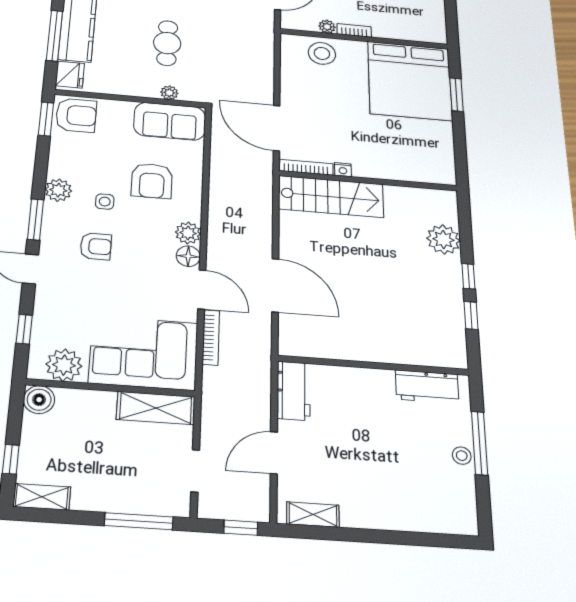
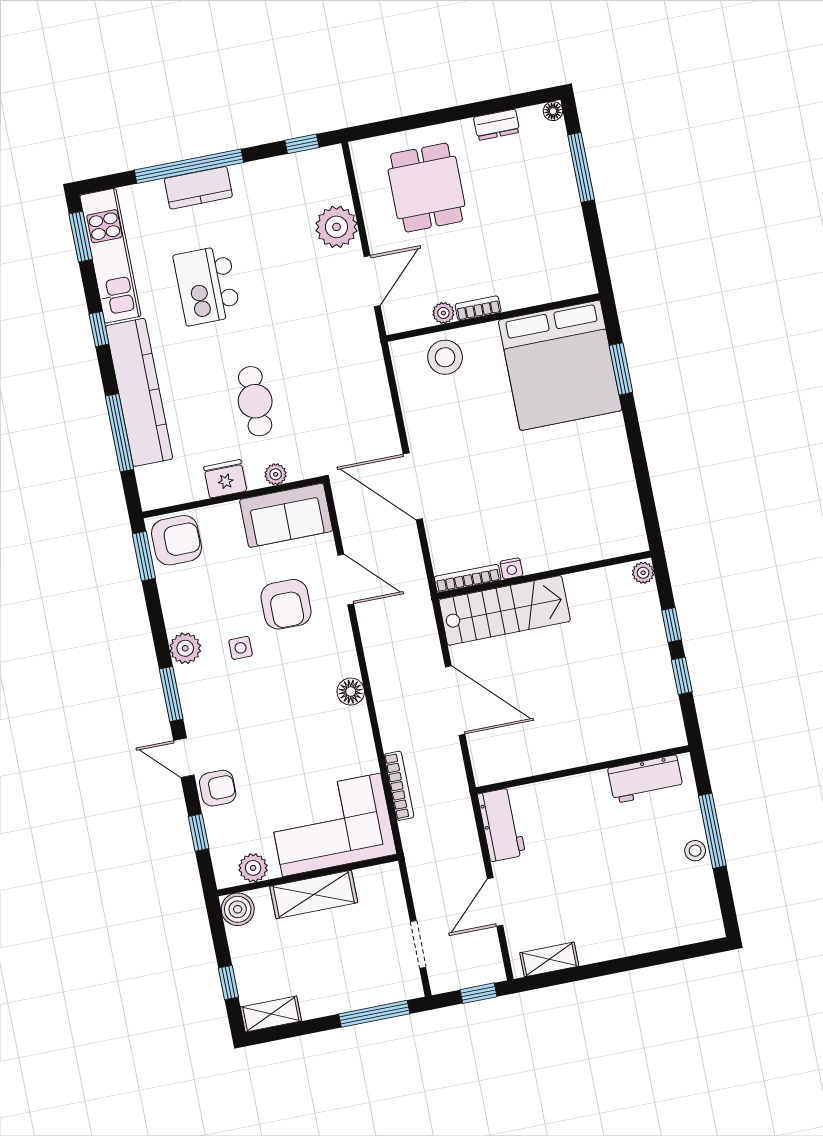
fridge: (70, 75) -> (225, 479), moved, turned -90
bookcase: (306, 167) -> (468, 578), moved
nightstand: (343, 170) -> (511, 569), moved
wall: (368, 181) -> (544, 575), moved
stairs: (331, 197) -> (505, 610), moved
plant: (188, 233) -> (343, 662), removed
plant: (443, 240) -> (643, 573), width x0.53, depth x0.53
armchair: (96, 246) -> (218, 788), moved
door: (202, 289) -> (346, 580), moved
plant: (64, 365) -> (253, 868), width x0.73, depth x0.73
shelving: (156, 408) -> (314, 894), moved

